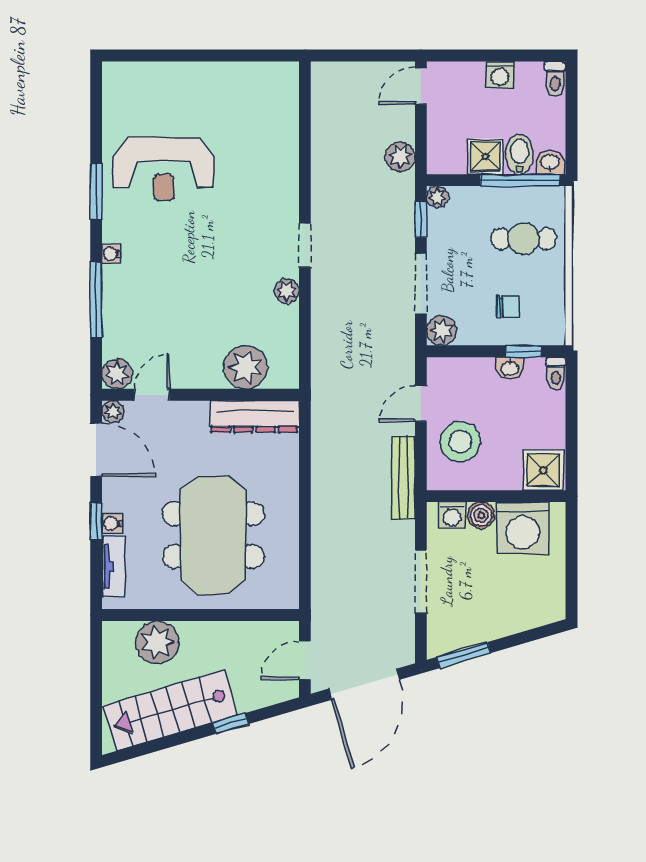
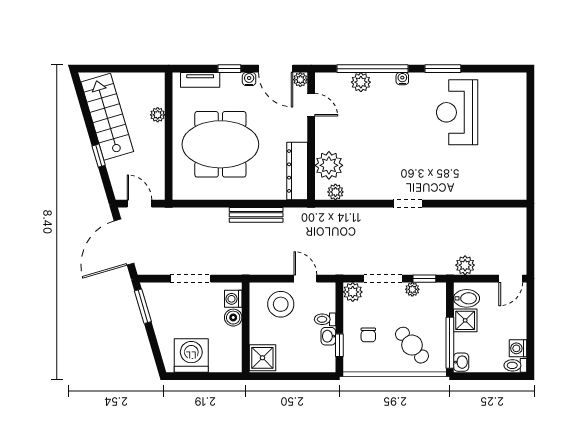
washing machine: (500, 75) -> (518, 348), moved
door: (421, 86) -> (511, 279), swing flipped
bidet: (519, 154) -> (467, 298), moved
plant: (437, 197) -> (412, 289), moved
cafe table: (524, 239) -> (412, 345), turned -40
plant: (287, 291) -> (335, 192), moved
window: (96, 300) -> (372, 69), width x1.46
toilet: (556, 373) -> (325, 319), moved
plant: (117, 374) -> (361, 82), moved
door: (96, 450) -> (276, 69), hinge flipped
bench: (403, 478) -> (256, 215), moved
water cooler: (112, 524) -> (249, 79), moved
washing machine: (523, 528) -> (191, 355), moved, turned 90
plant: (157, 642) -> (158, 115), width x0.53, depth x0.53
door: (364, 684) -> (124, 242), hinge flipped

